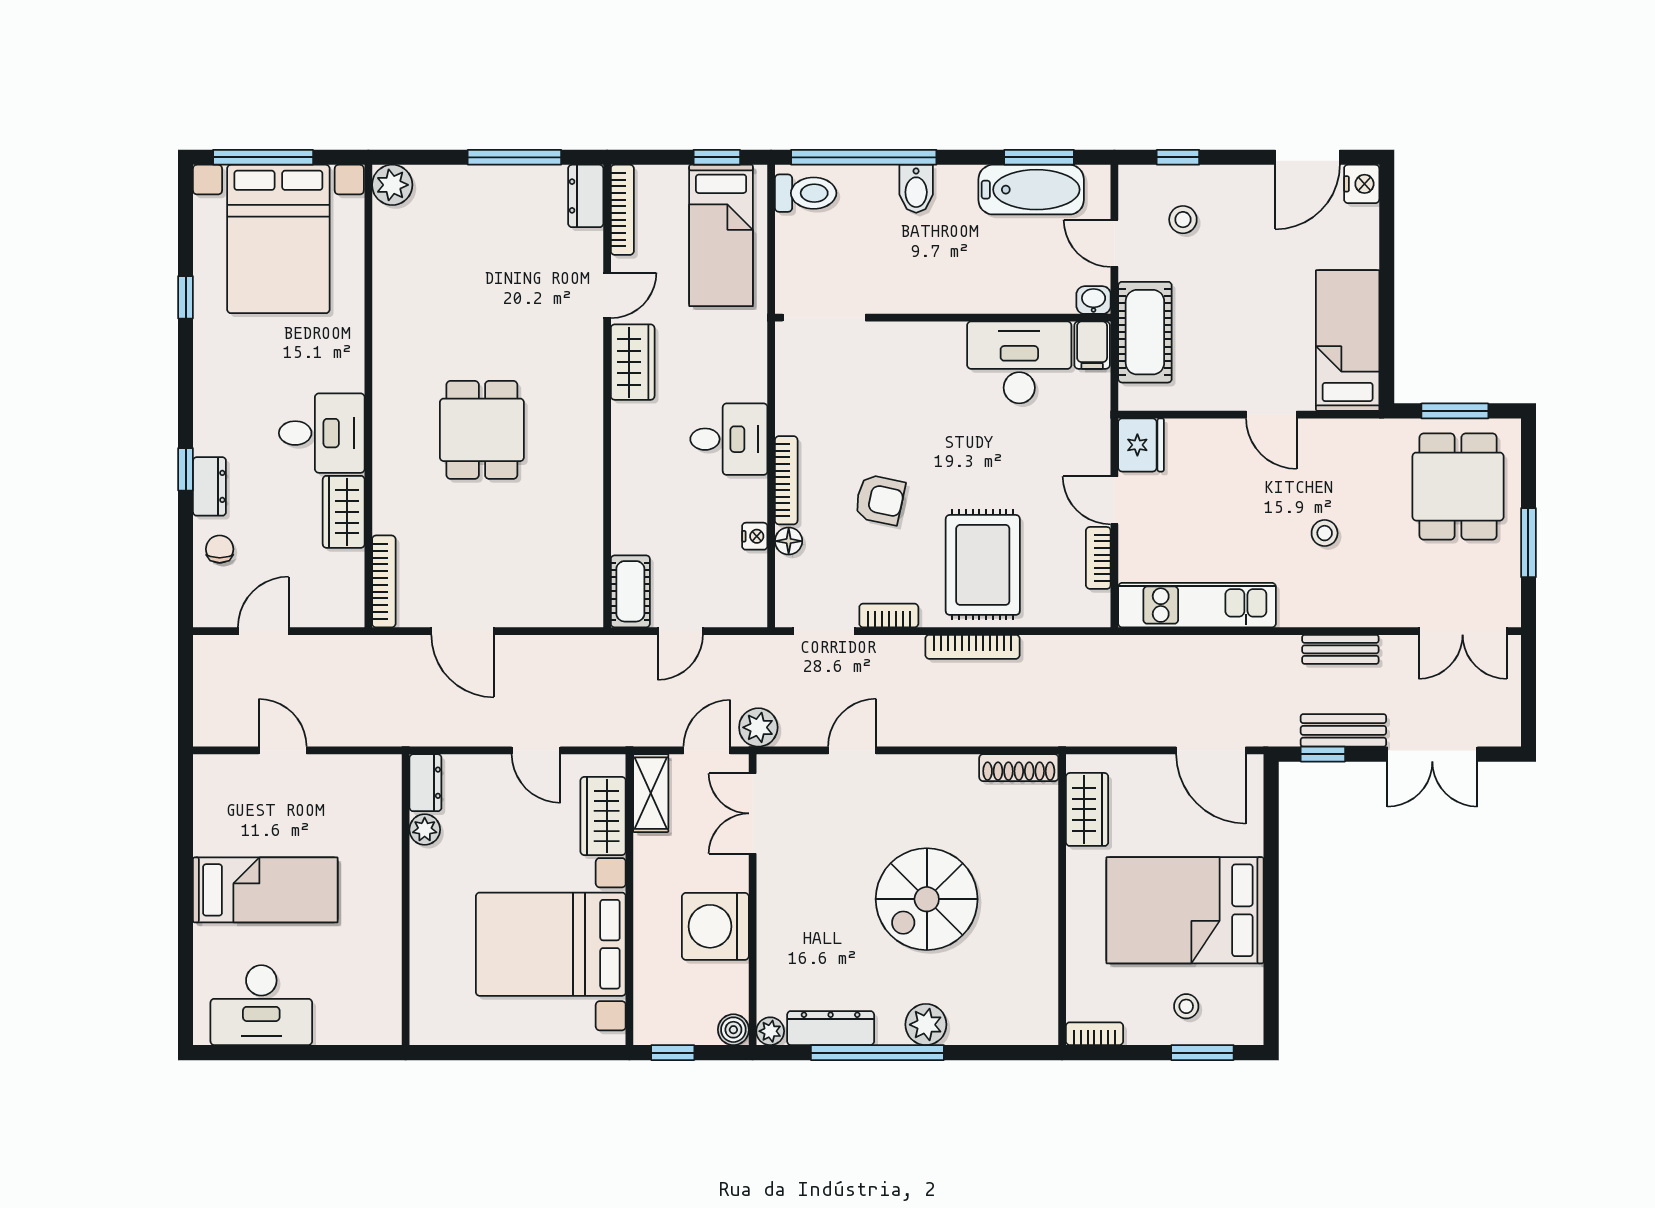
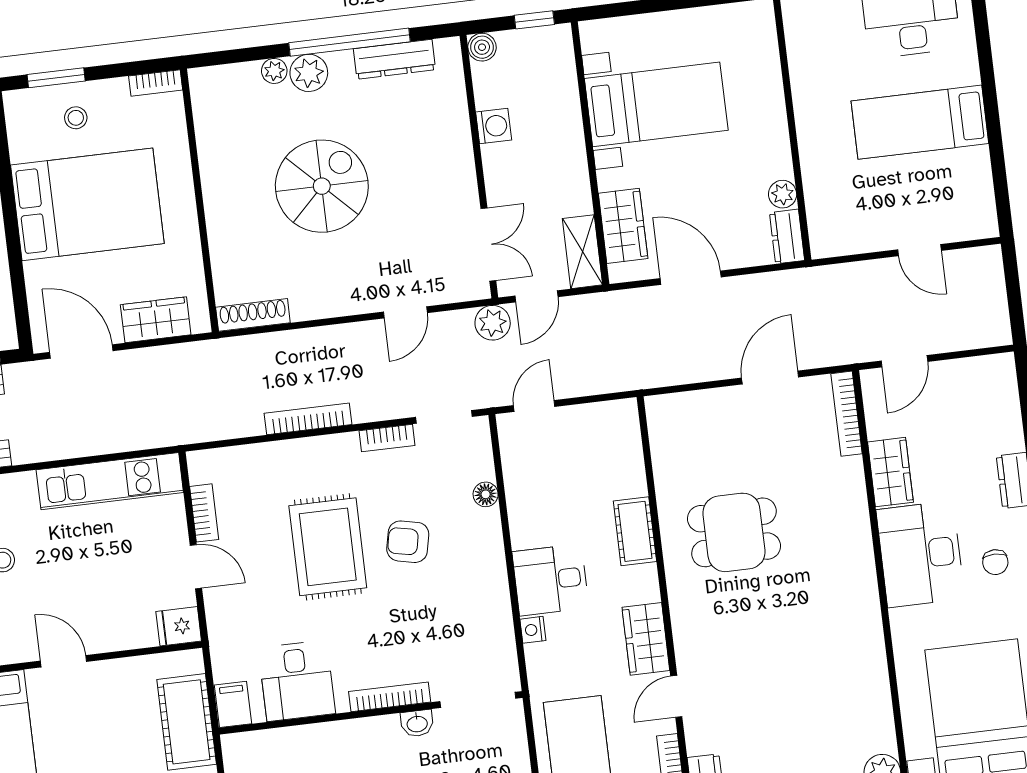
washbasin: (1094, 300) -> (417, 723), moved
desk: (1019, 362) -> (297, 681), width x0.73
dining table: (482, 430) -> (734, 532), moved, turned 90
desk: (322, 433) -> (920, 554), width x1.37
fridge: (1141, 445) -> (179, 626), width x0.72
bookcase: (786, 480) -> (390, 697), moved, turned 90
nightstand: (755, 536) -> (533, 630), moved
chair: (220, 549) -> (995, 562), moved
rug: (983, 565) -> (328, 547), moved
cot: (630, 591) -> (635, 531), moved
door: (263, 631) -> (904, 361), moved
door: (463, 631) -> (770, 377), hinge flipped
door: (680, 631) -> (534, 406), moved
door: (536, 750) -> (691, 278), width x1.38
wardrobe: (1087, 809) -> (156, 320), moved, turned 90
washing machine: (715, 926) -> (494, 126), width x0.53, depth x0.53
bed with nightstands: (551, 944) -> (656, 104), width x0.73
plant: (770, 1031) -> (274, 71), moved

